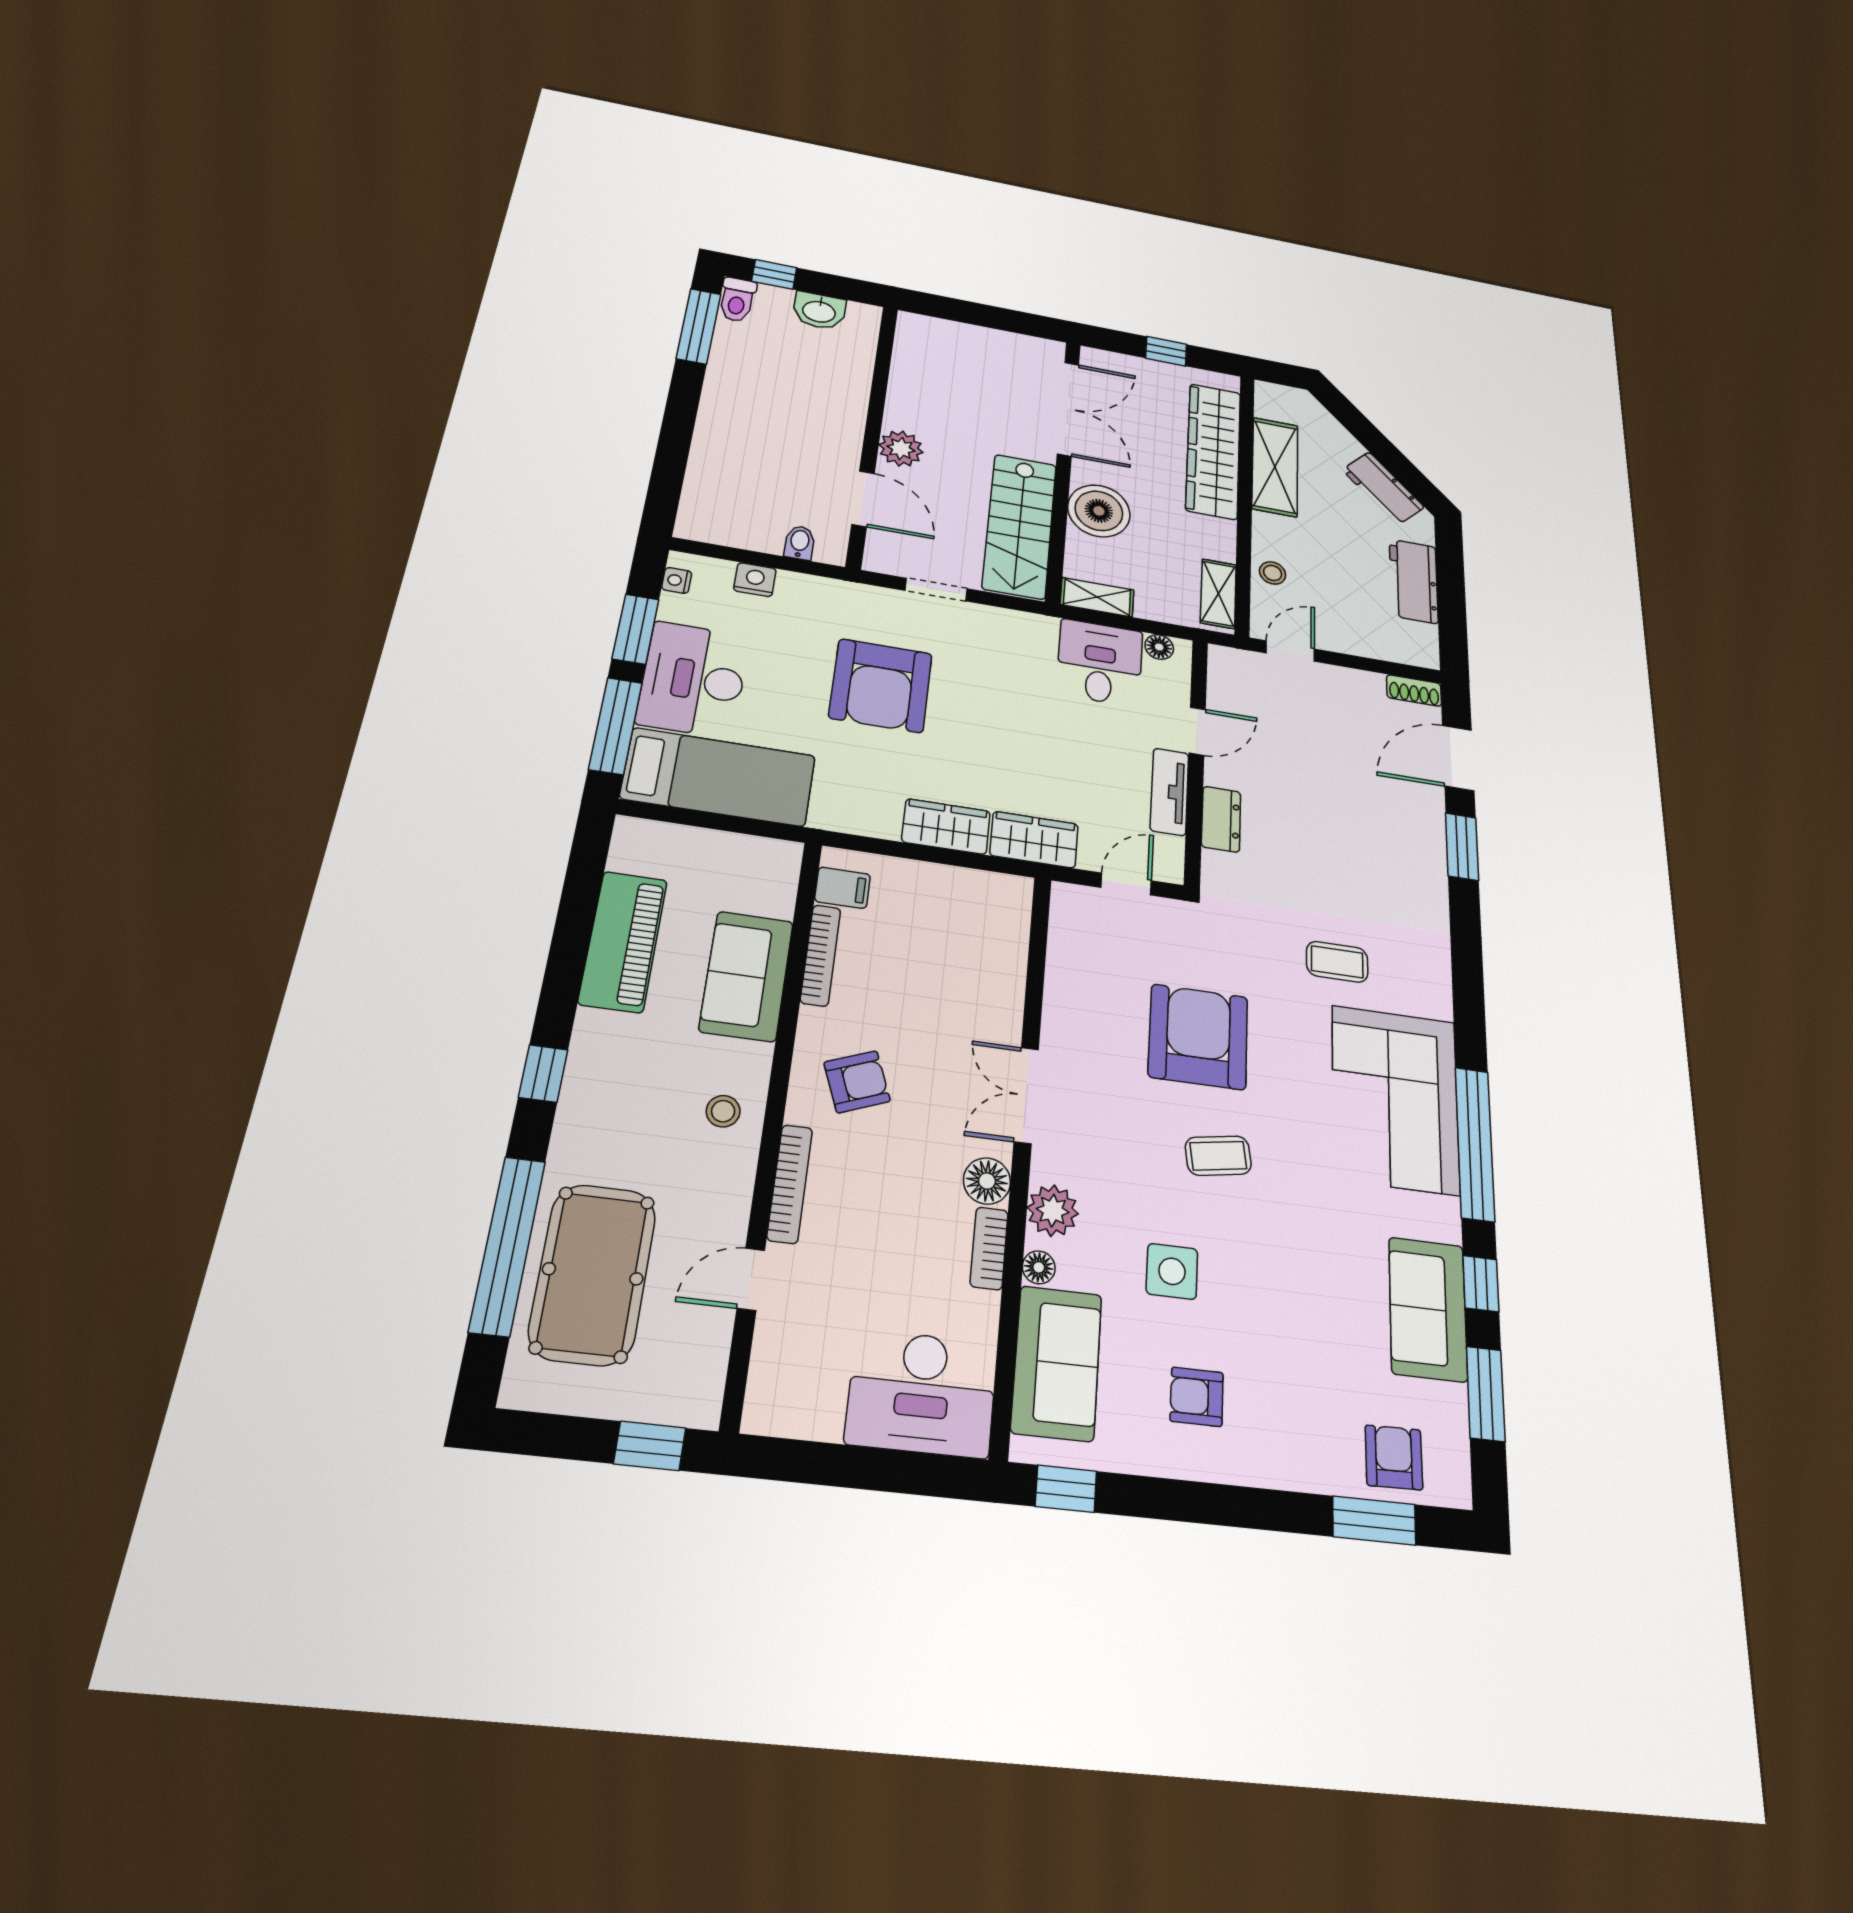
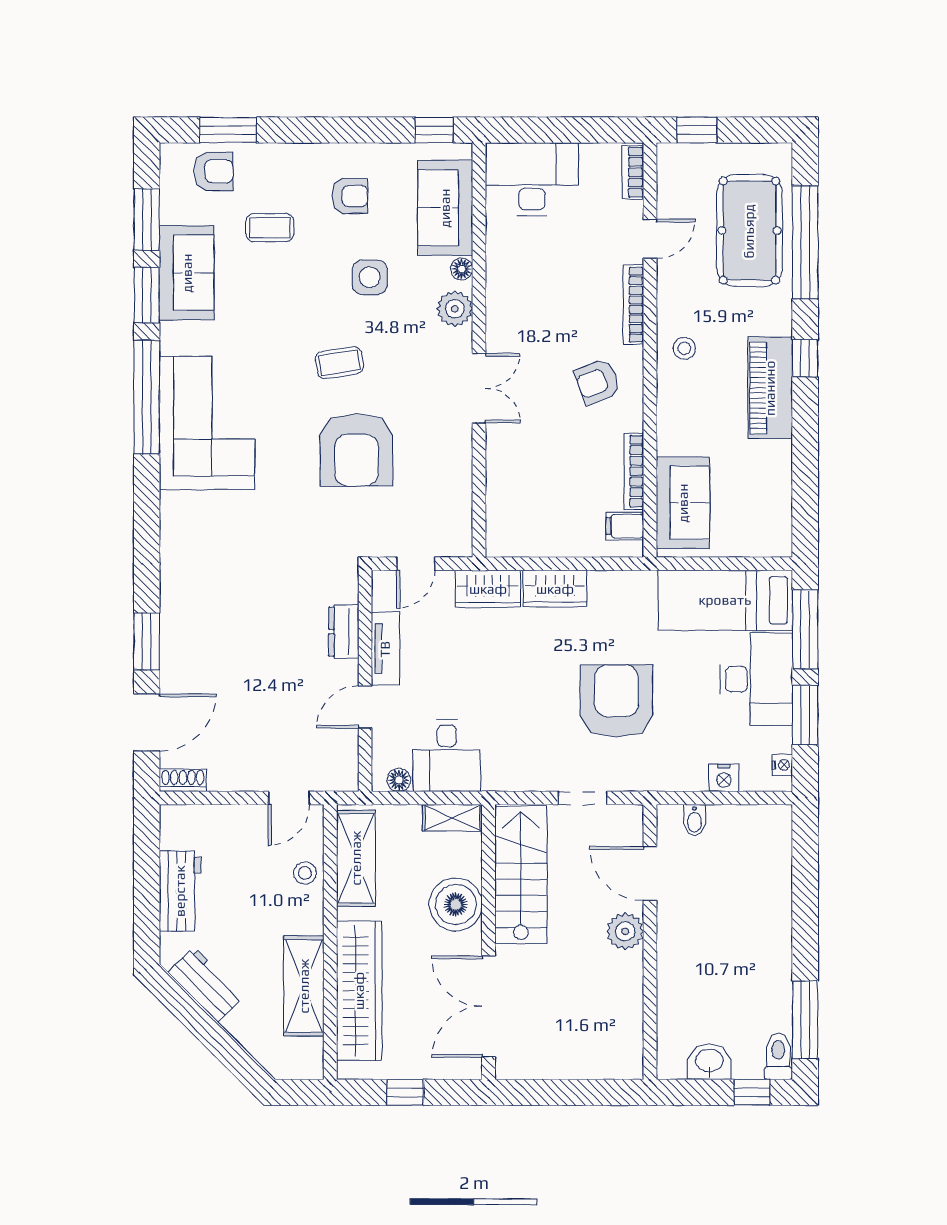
shelving: (1218, 594) -> (356, 858), width x1.50, depth x1.33
piano: (623, 941) -> (770, 388), moved
coffee table: (1337, 962) -> (270, 228), moved
sofa: (746, 976) -> (683, 503), moved
floor lamp: (987, 1181) -> (502, 323), removed
bookcase: (989, 1248) -> (633, 172), moved, turned 180
window: (1481, 1284) -> (147, 295), width x1.50
armchair: (1394, 1457) -> (214, 171), turned -89

